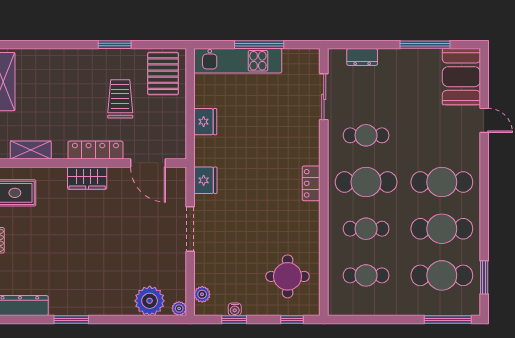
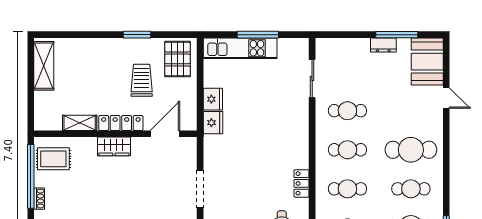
dresser: (362, 57) -> (383, 45), moved
shelving: (31, 150) -> (80, 123), moved
door: (148, 163) -> (165, 134), swing flipped
fridge: (205, 180) -> (213, 123), moved
cafe table: (366, 182) -> (347, 150), width x0.73, depth x0.74
locker: (311, 183) -> (301, 183), moved
cafe table: (442, 229) -> (411, 189), width x0.73, depth x0.74

